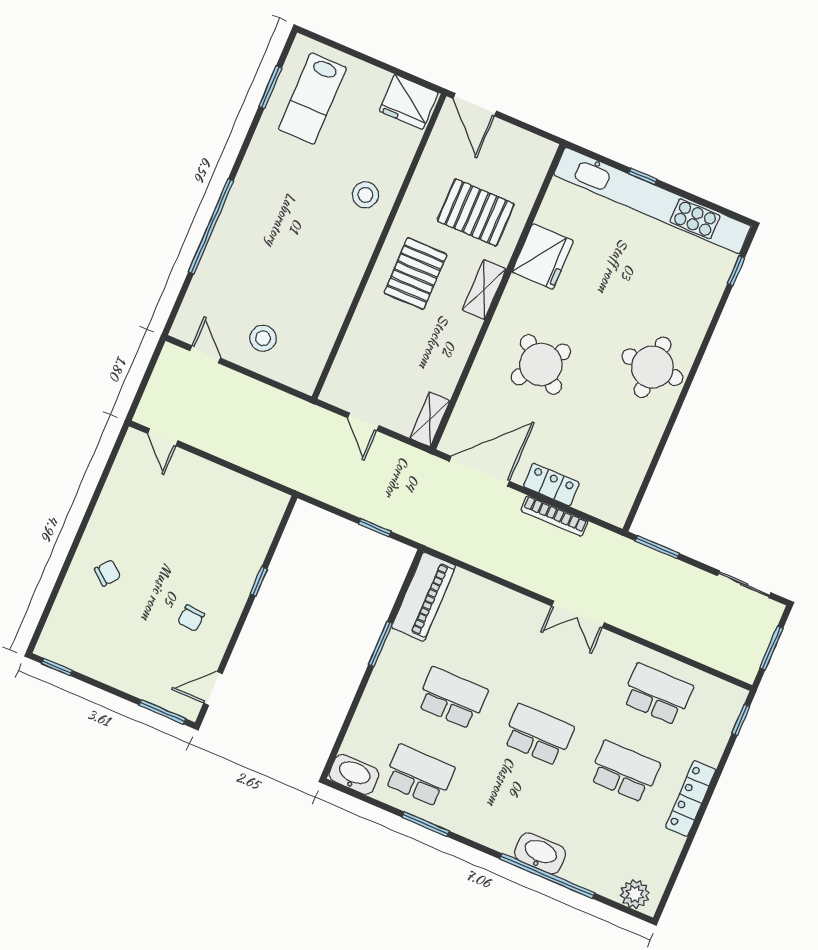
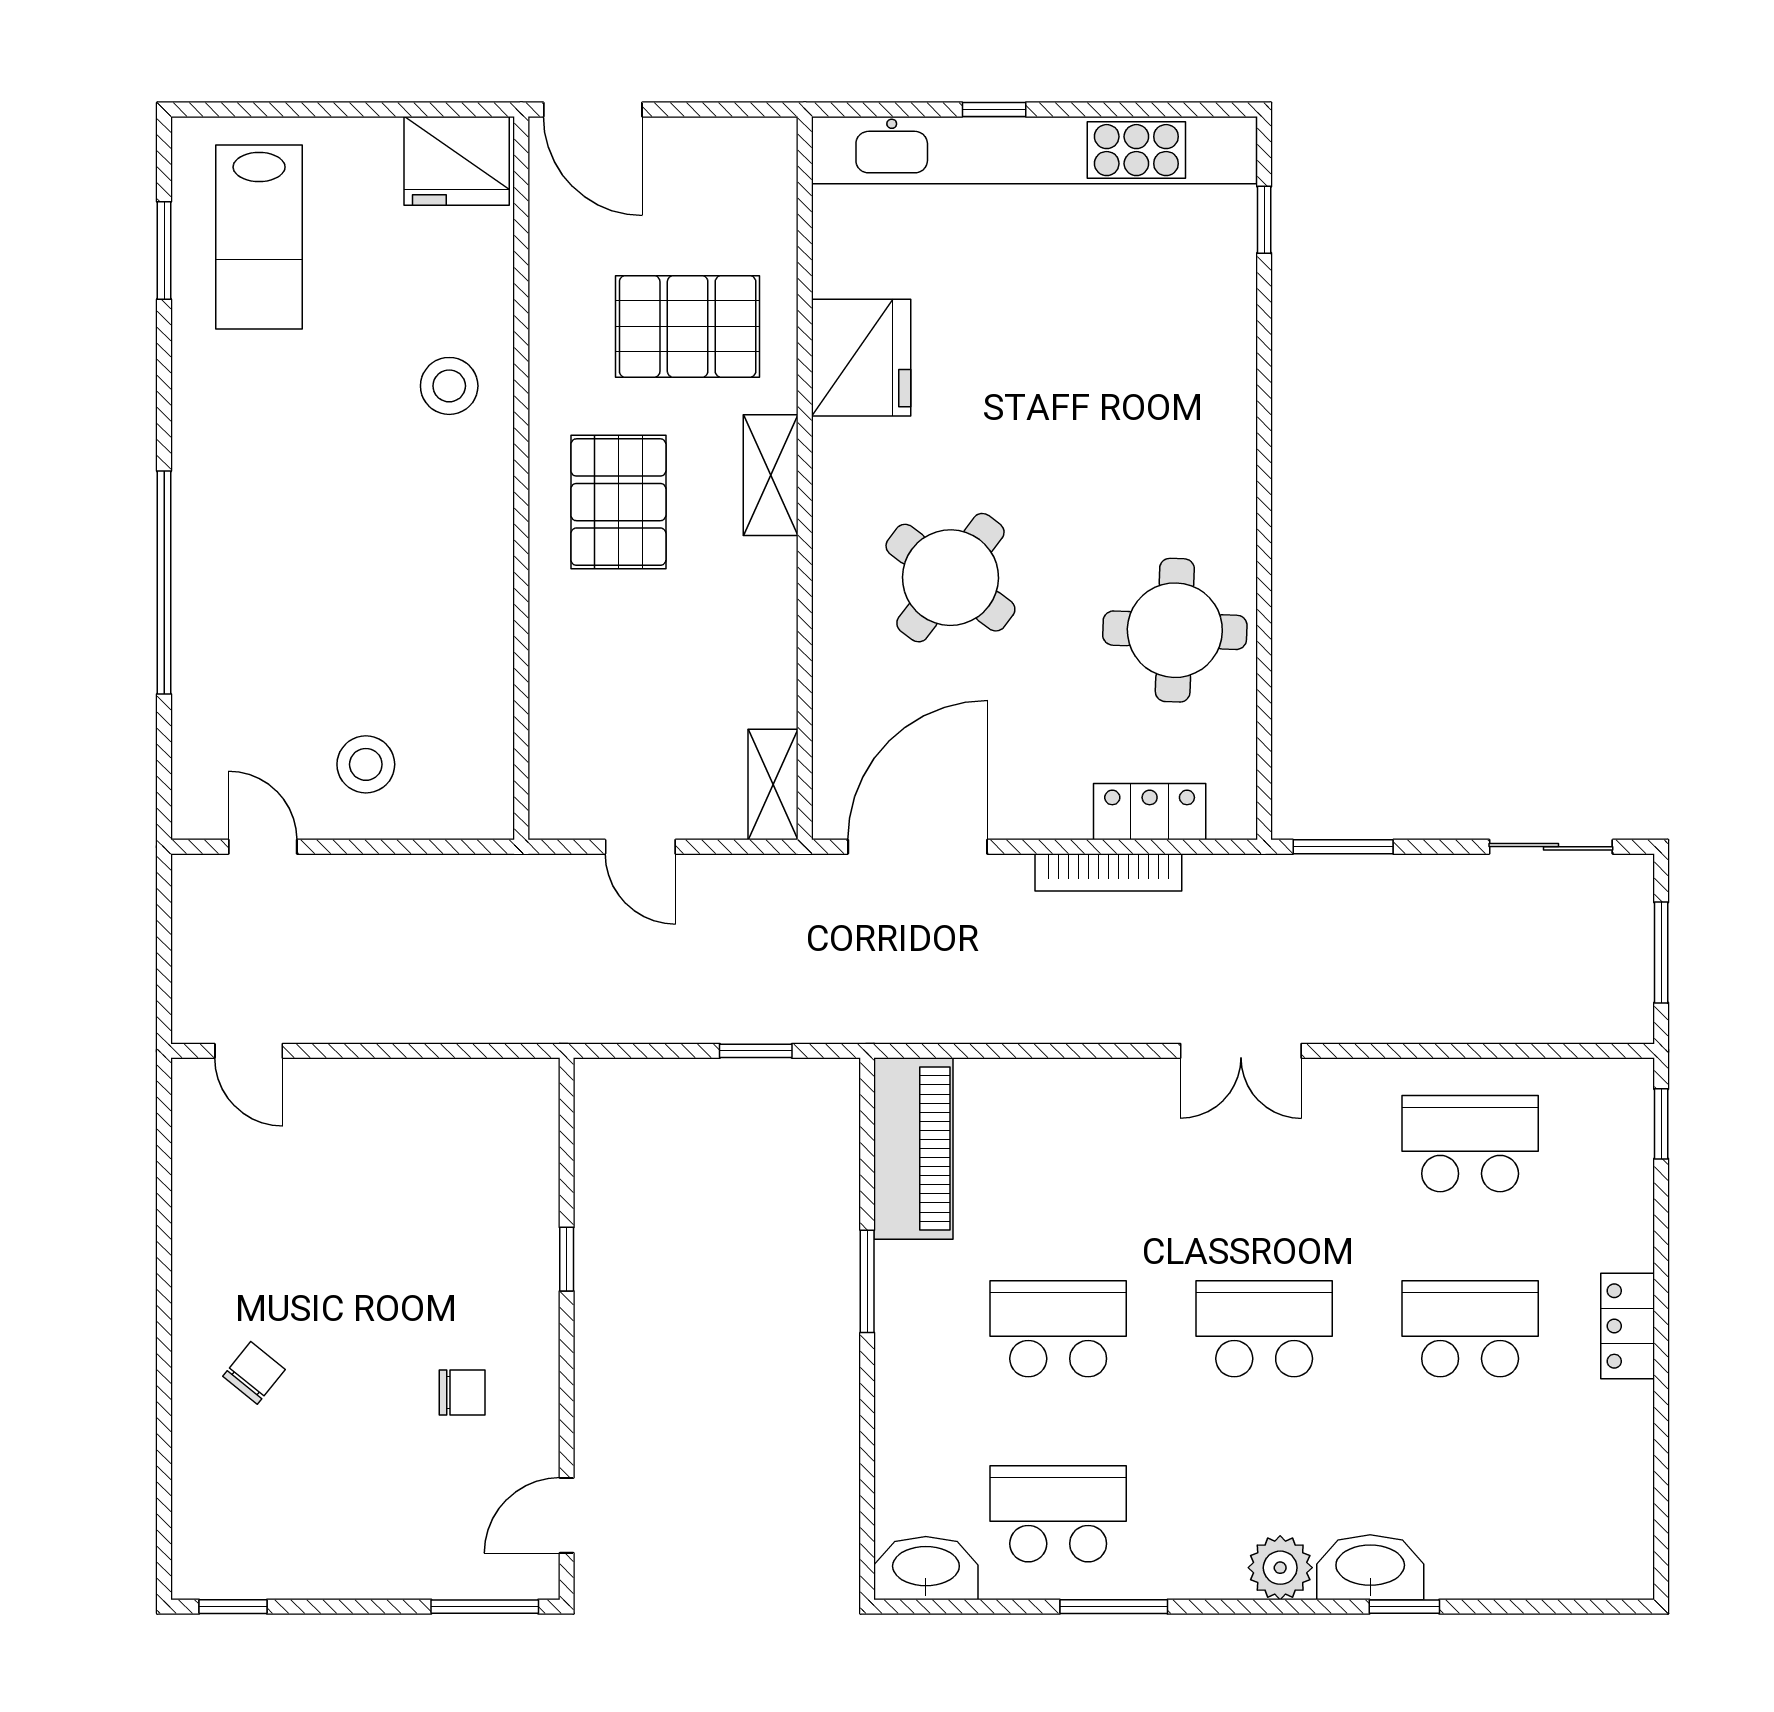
round table: (652, 367) -> (1175, 630), moved
locker: (551, 485) -> (1150, 812), moved
chair: (191, 618) -> (462, 1393), turned -94
locker: (691, 798) -> (1628, 1326), width x0.66
window: (547, 876) -> (1404, 1607), width x0.32
plant: (635, 894) -> (1280, 1568), moved

